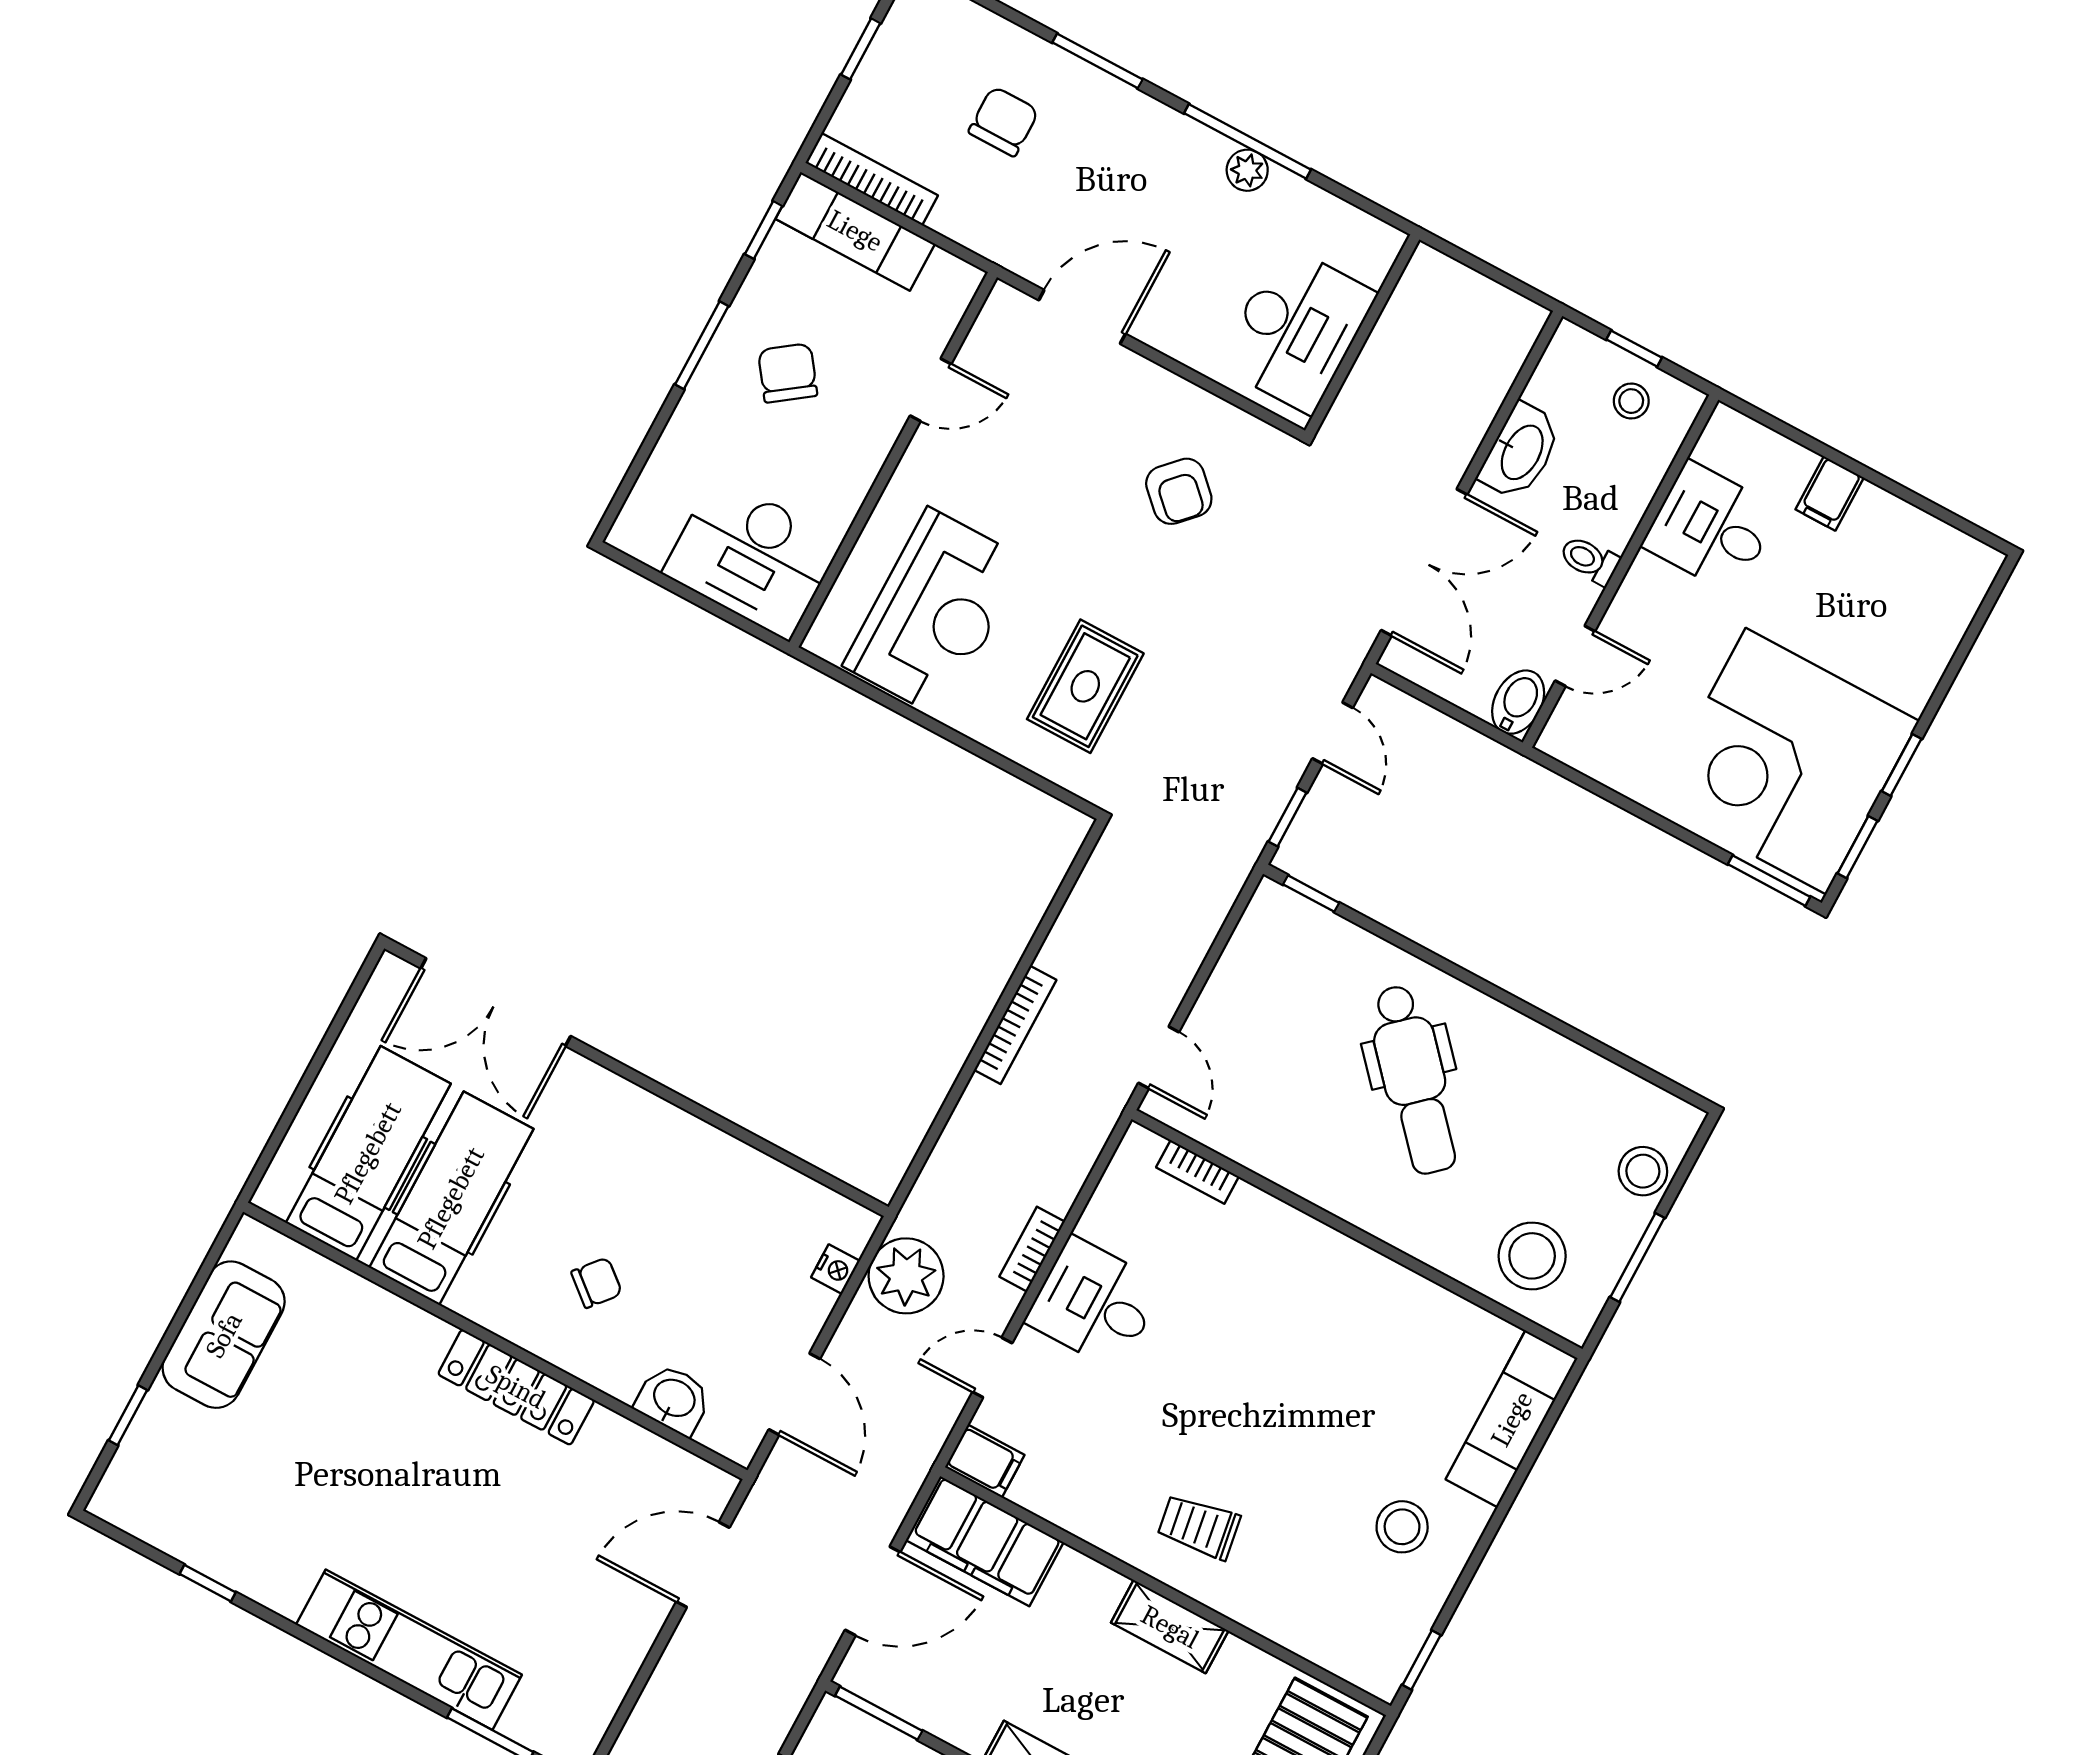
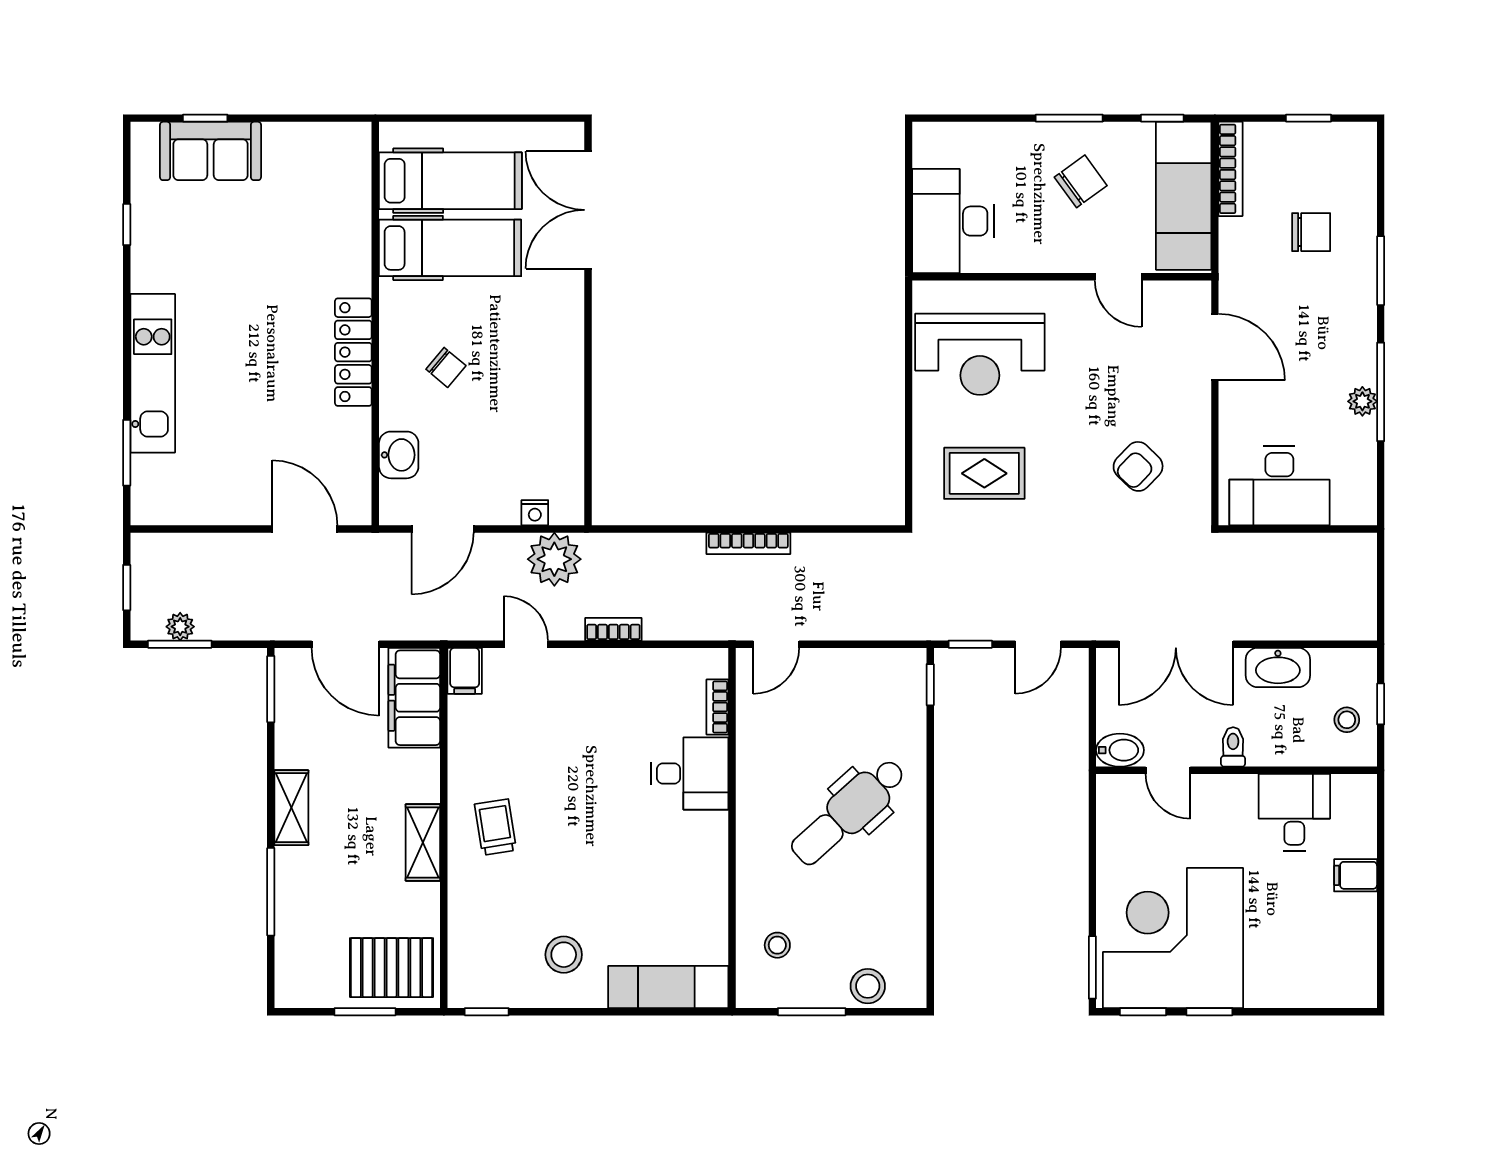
exam couch: (855, 231) -> (1184, 196), width x1.36, depth x1.45
stool: (1532, 1256) -> (777, 945), width x0.53, depth x0.53
desk: (1095, 1303) -> (690, 774), moved, turned 90
sofa: (224, 1335) -> (211, 151), moved

